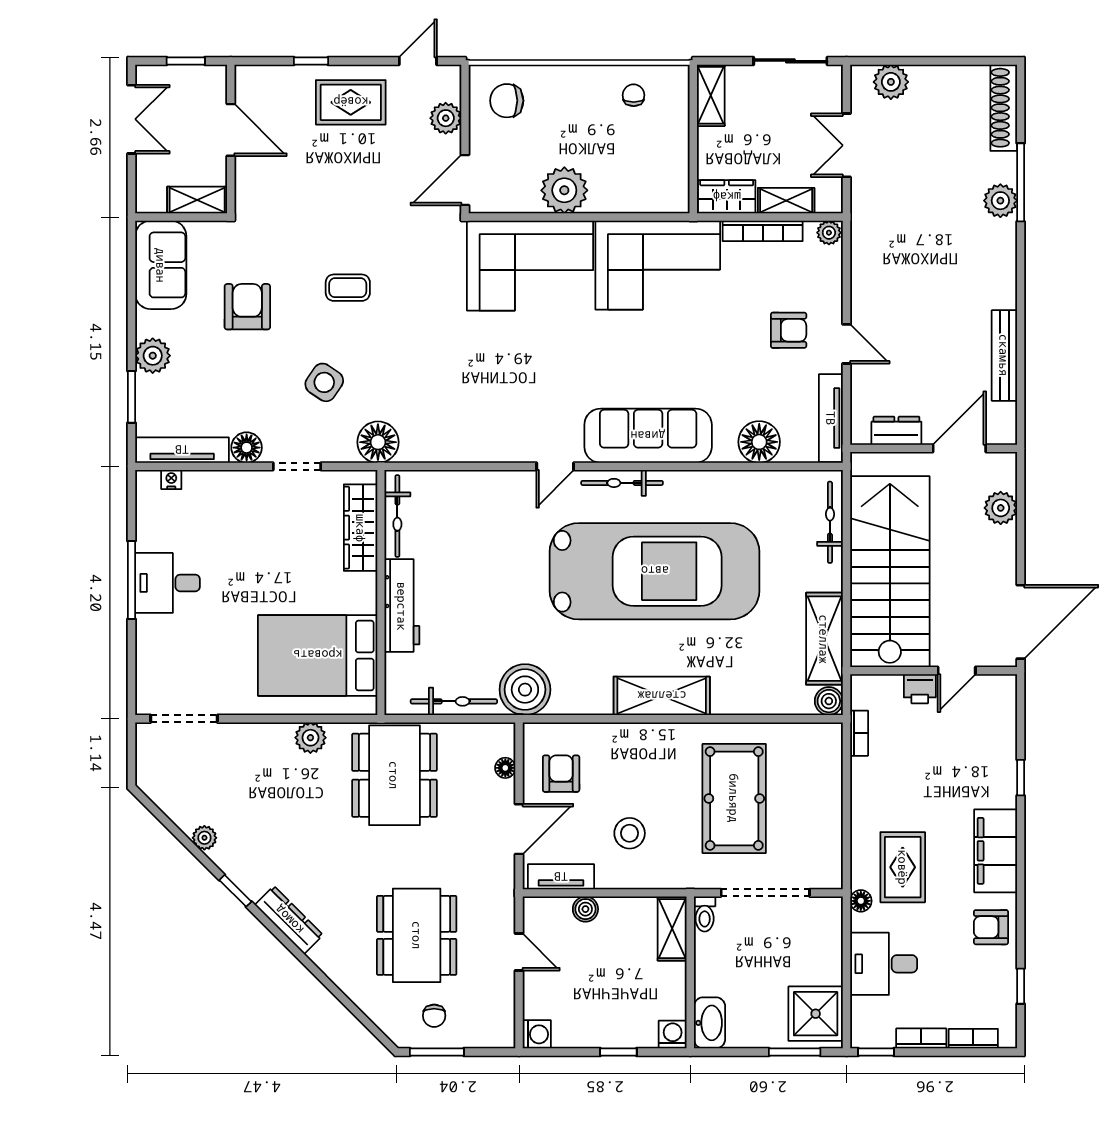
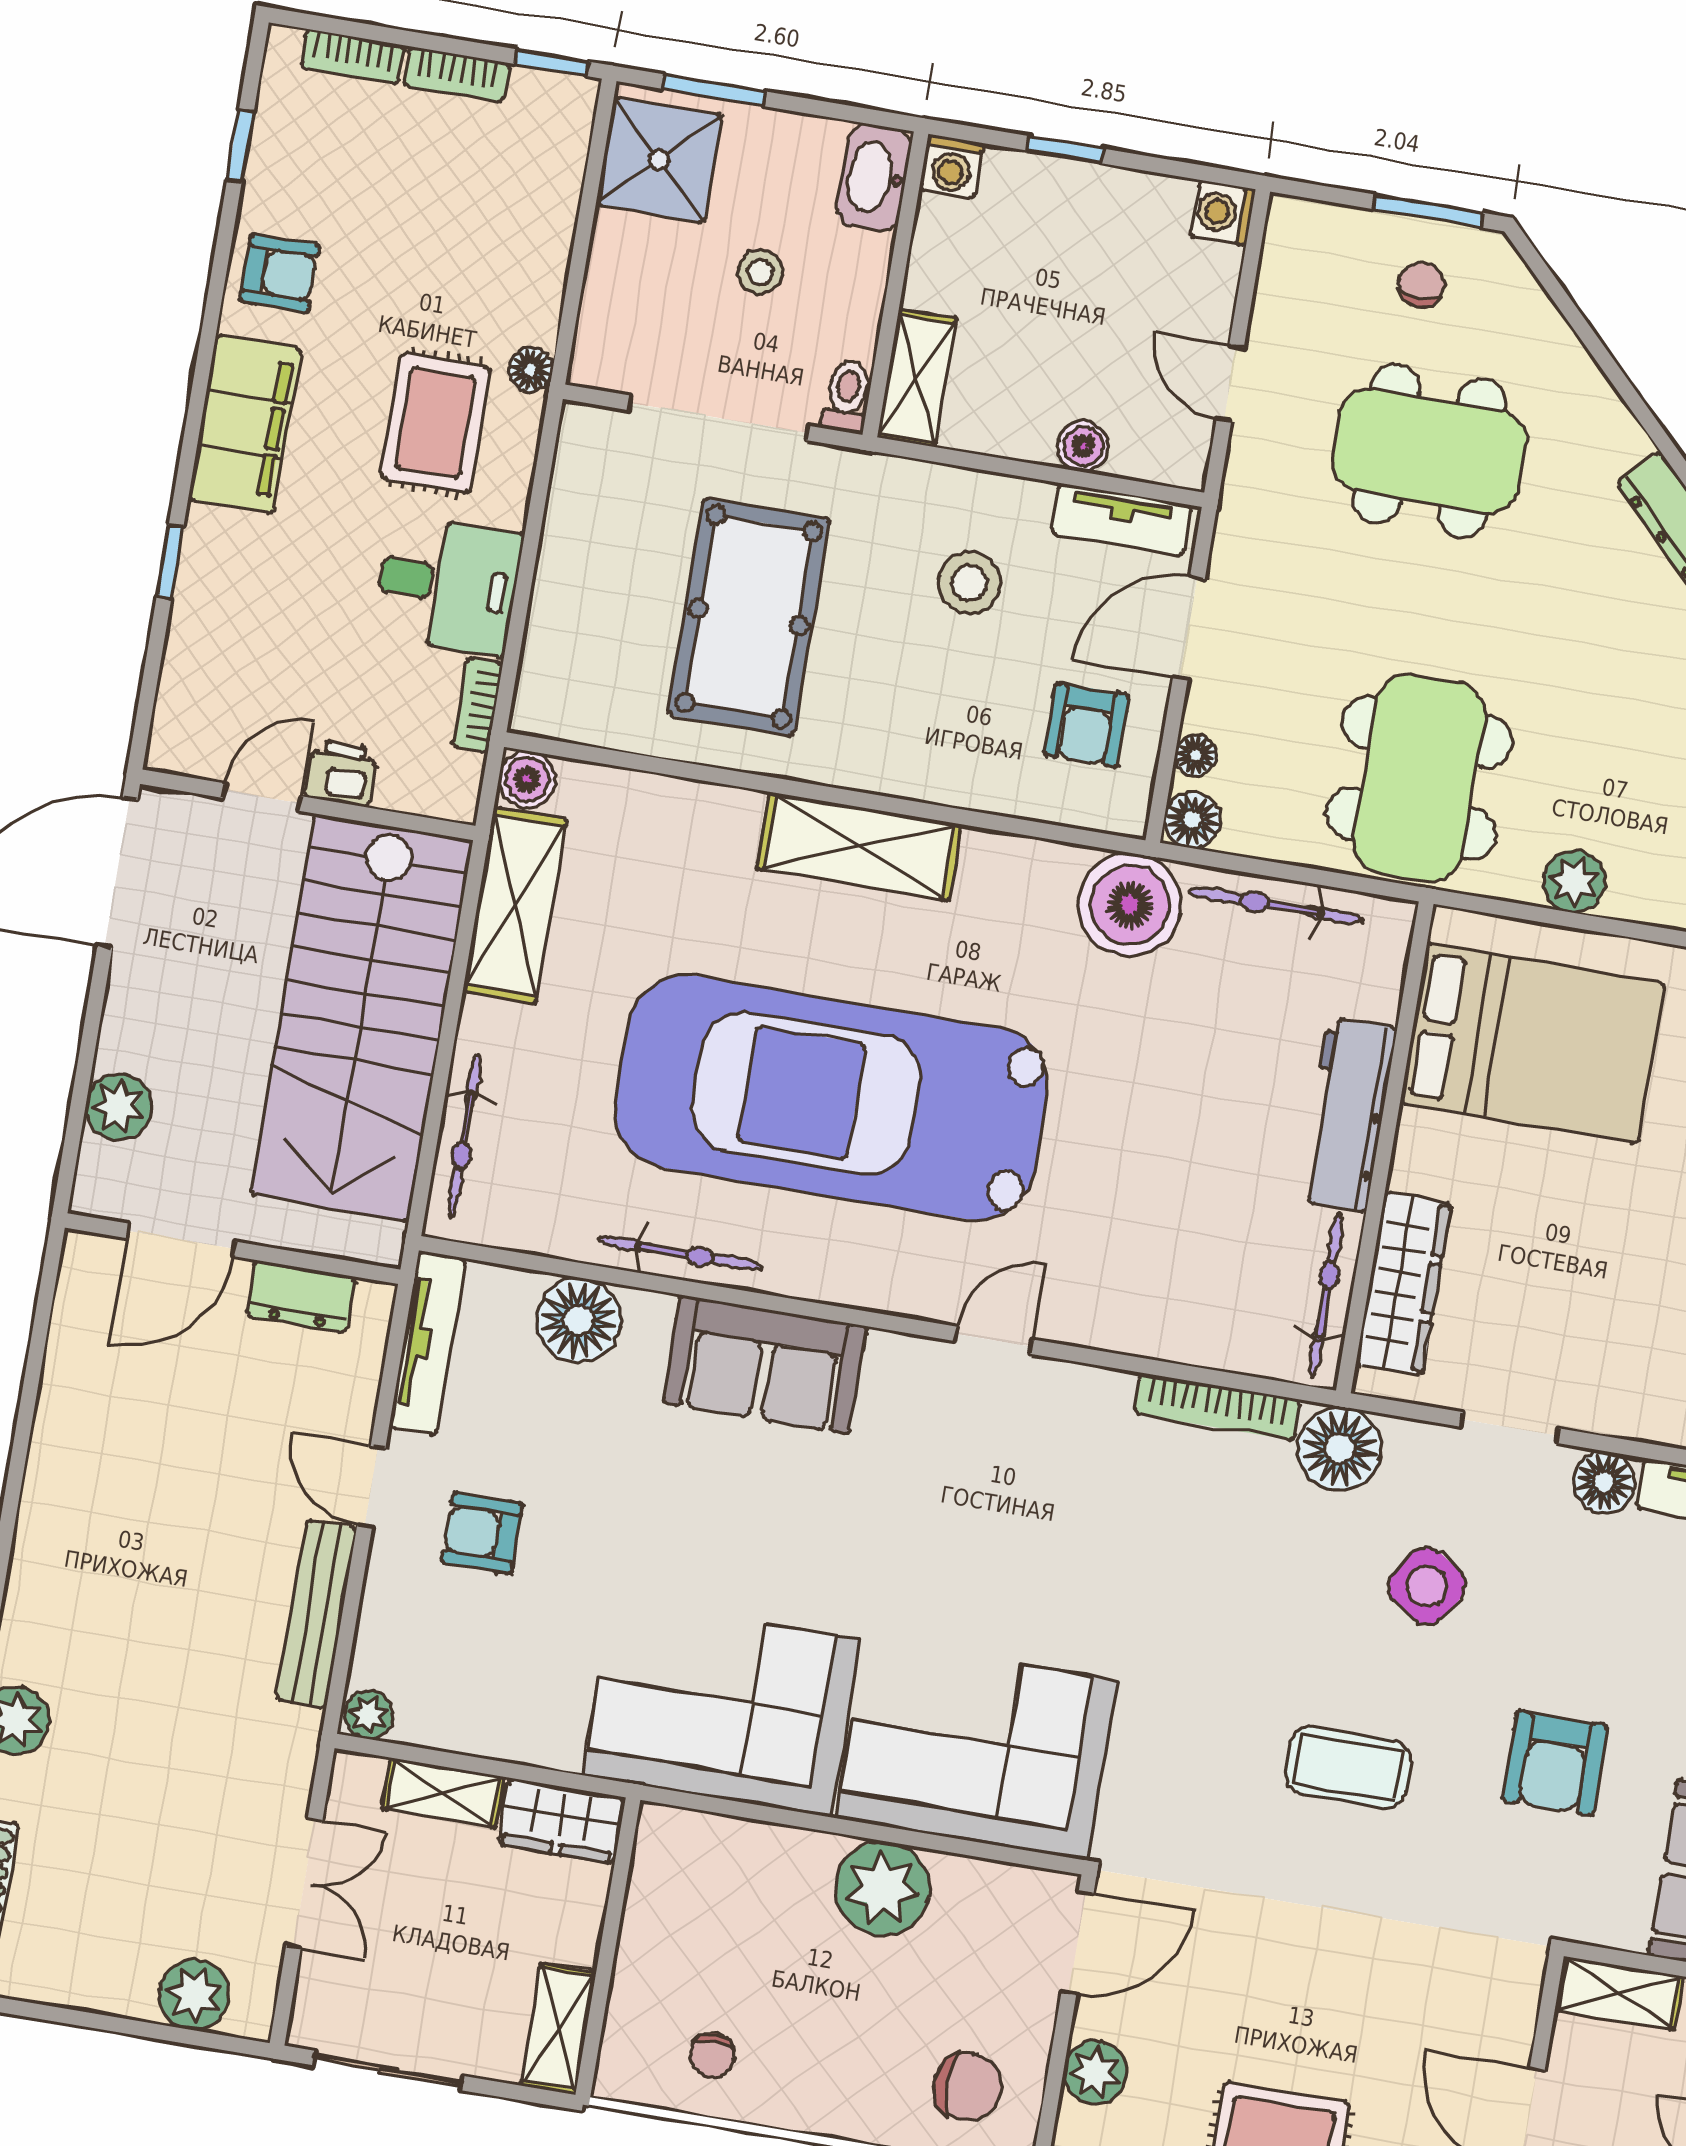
bookcase: (763, 231) -> (1217, 1407), moved, turned 180
coffee table: (348, 288) -> (1348, 1767), width x1.36, depth x1.30
bench: (1004, 355) -> (316, 1614), moved
sofa: (648, 436) -> (765, 1365), width x0.73
bicycle: (622, 483) -> (680, 1253), moved
floor lamp: (502, 736) -> (1192, 820), added
dining table: (417, 935) -> (1429, 451), turned 90
desk: (884, 964) -> (448, 585), moved
stool: (757, 967) -> (760, 272), added

